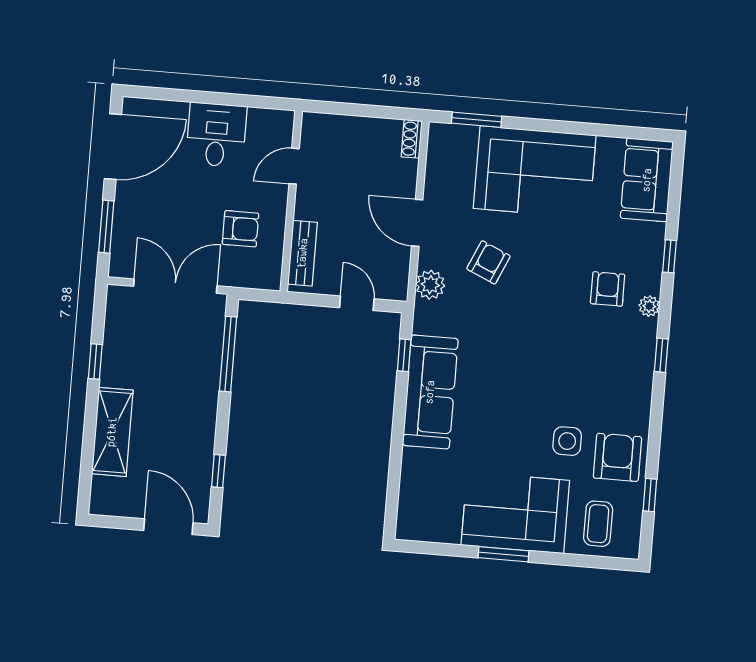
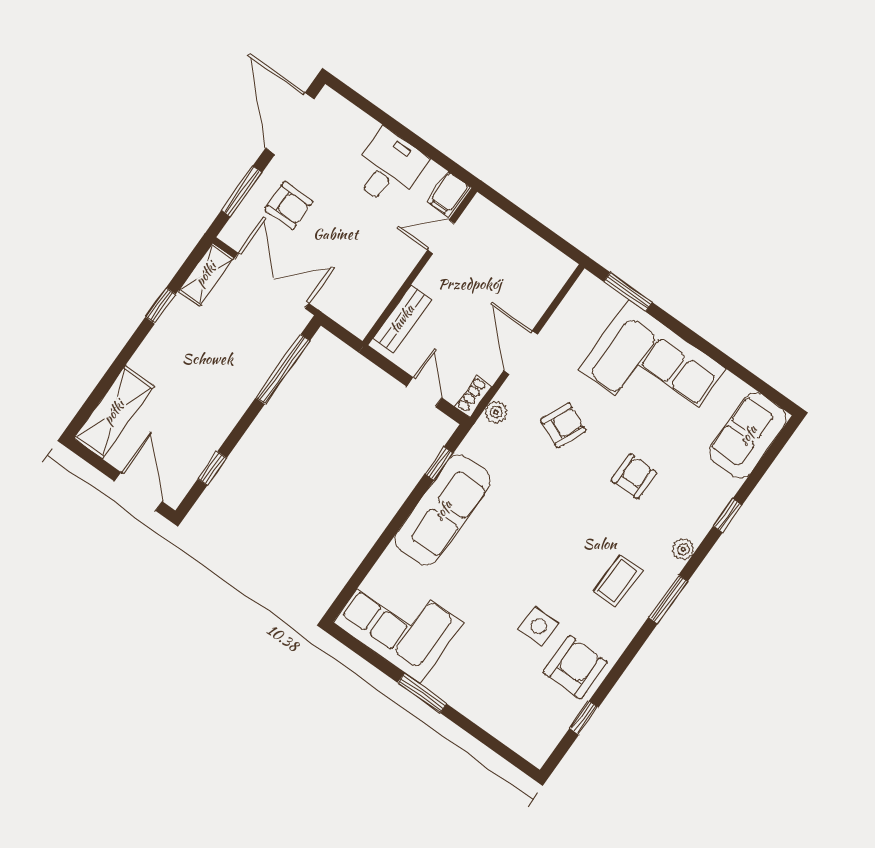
filing cabinet: (279, 127) -> (448, 194), added
shoe rack: (412, 139) -> (474, 396), moved
door: (113, 147) -> (290, 124), swing flipped
armchair: (241, 229) -> (289, 205), moved
plant: (430, 285) -> (496, 412), width x0.73, depth x0.73
armchair: (608, 289) -> (634, 476), moved
shelving: (118, 313) -> (206, 274), added
window: (661, 355) -> (668, 599), width x1.50
shelving: (112, 432) -> (114, 412), moved
corner sofa: (515, 513) -> (398, 622), moved
coffee table: (598, 524) -> (618, 581), moved

